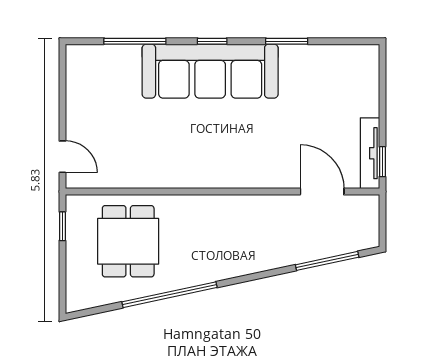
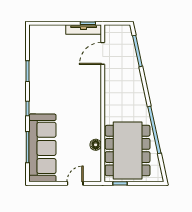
sofa: (210, 71) -> (42, 148), moved
door: (62, 157) -> (75, 183), moved
floor lamp: (140, 177) -> (96, 145), added
dining table: (128, 241) -> (128, 151), width x1.88, depth x1.24

